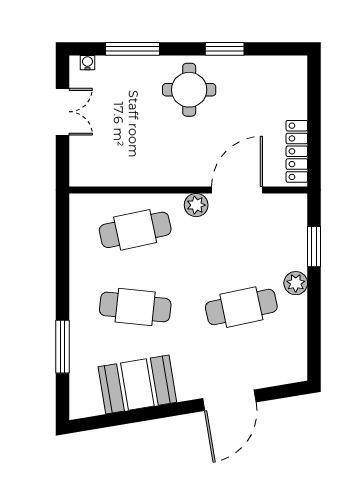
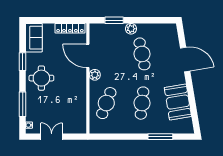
sofa: (276, 73) -> (34, 38), added
cafe table: (135, 230) -> (106, 103), turned 33

